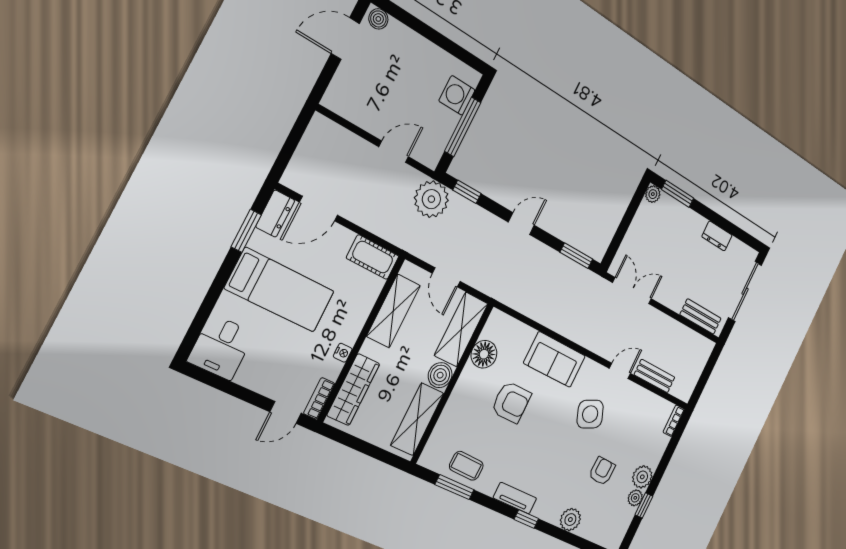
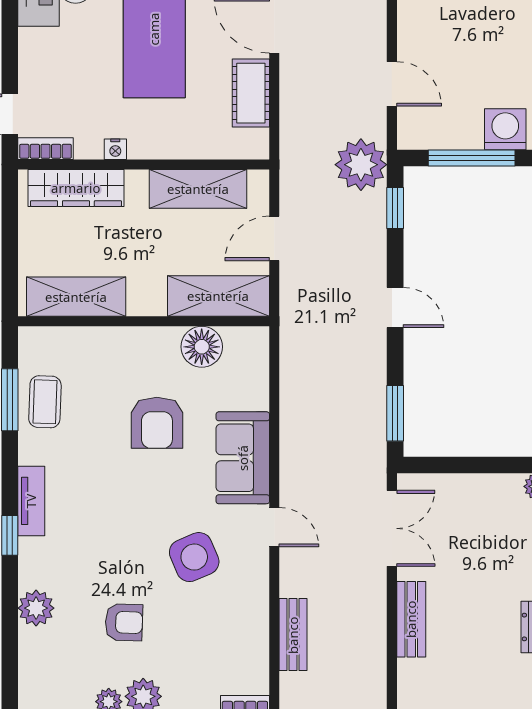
cot: (373, 257) -> (251, 93), moved
bench: (701, 317) -> (411, 619), moved
door: (620, 371) -> (274, 527), moved
boiler: (440, 375) -> (147, 298), removed

